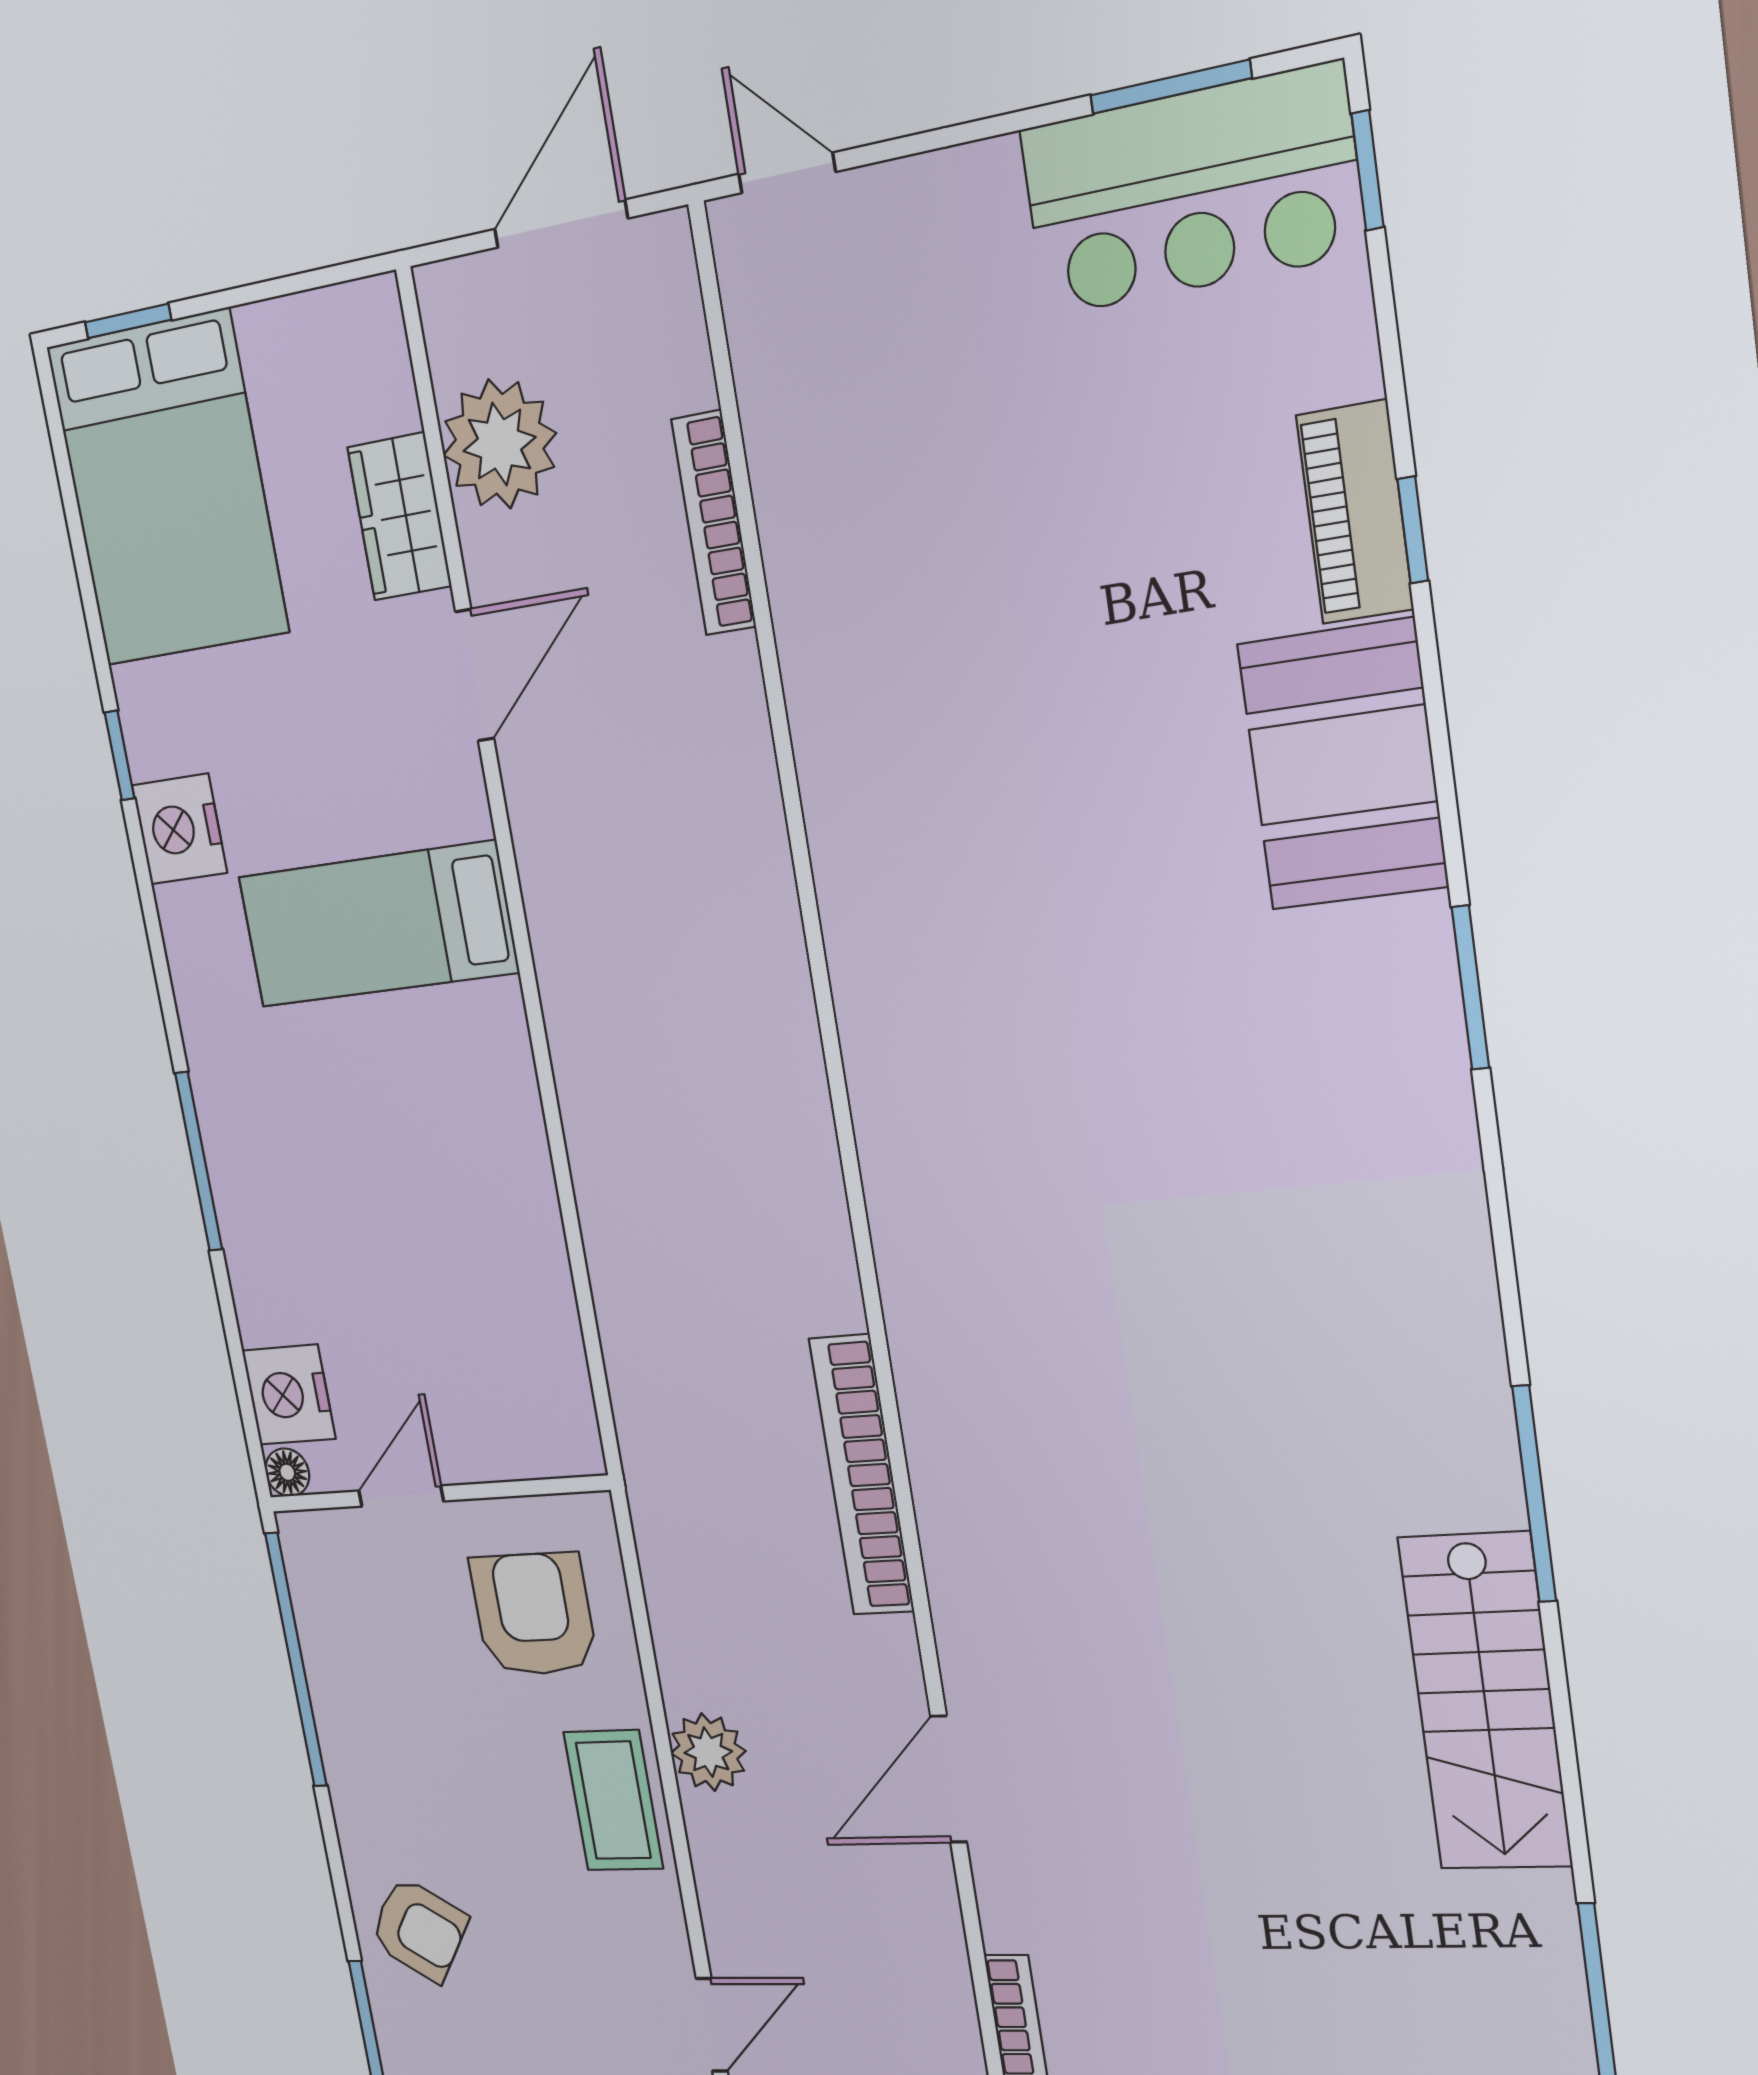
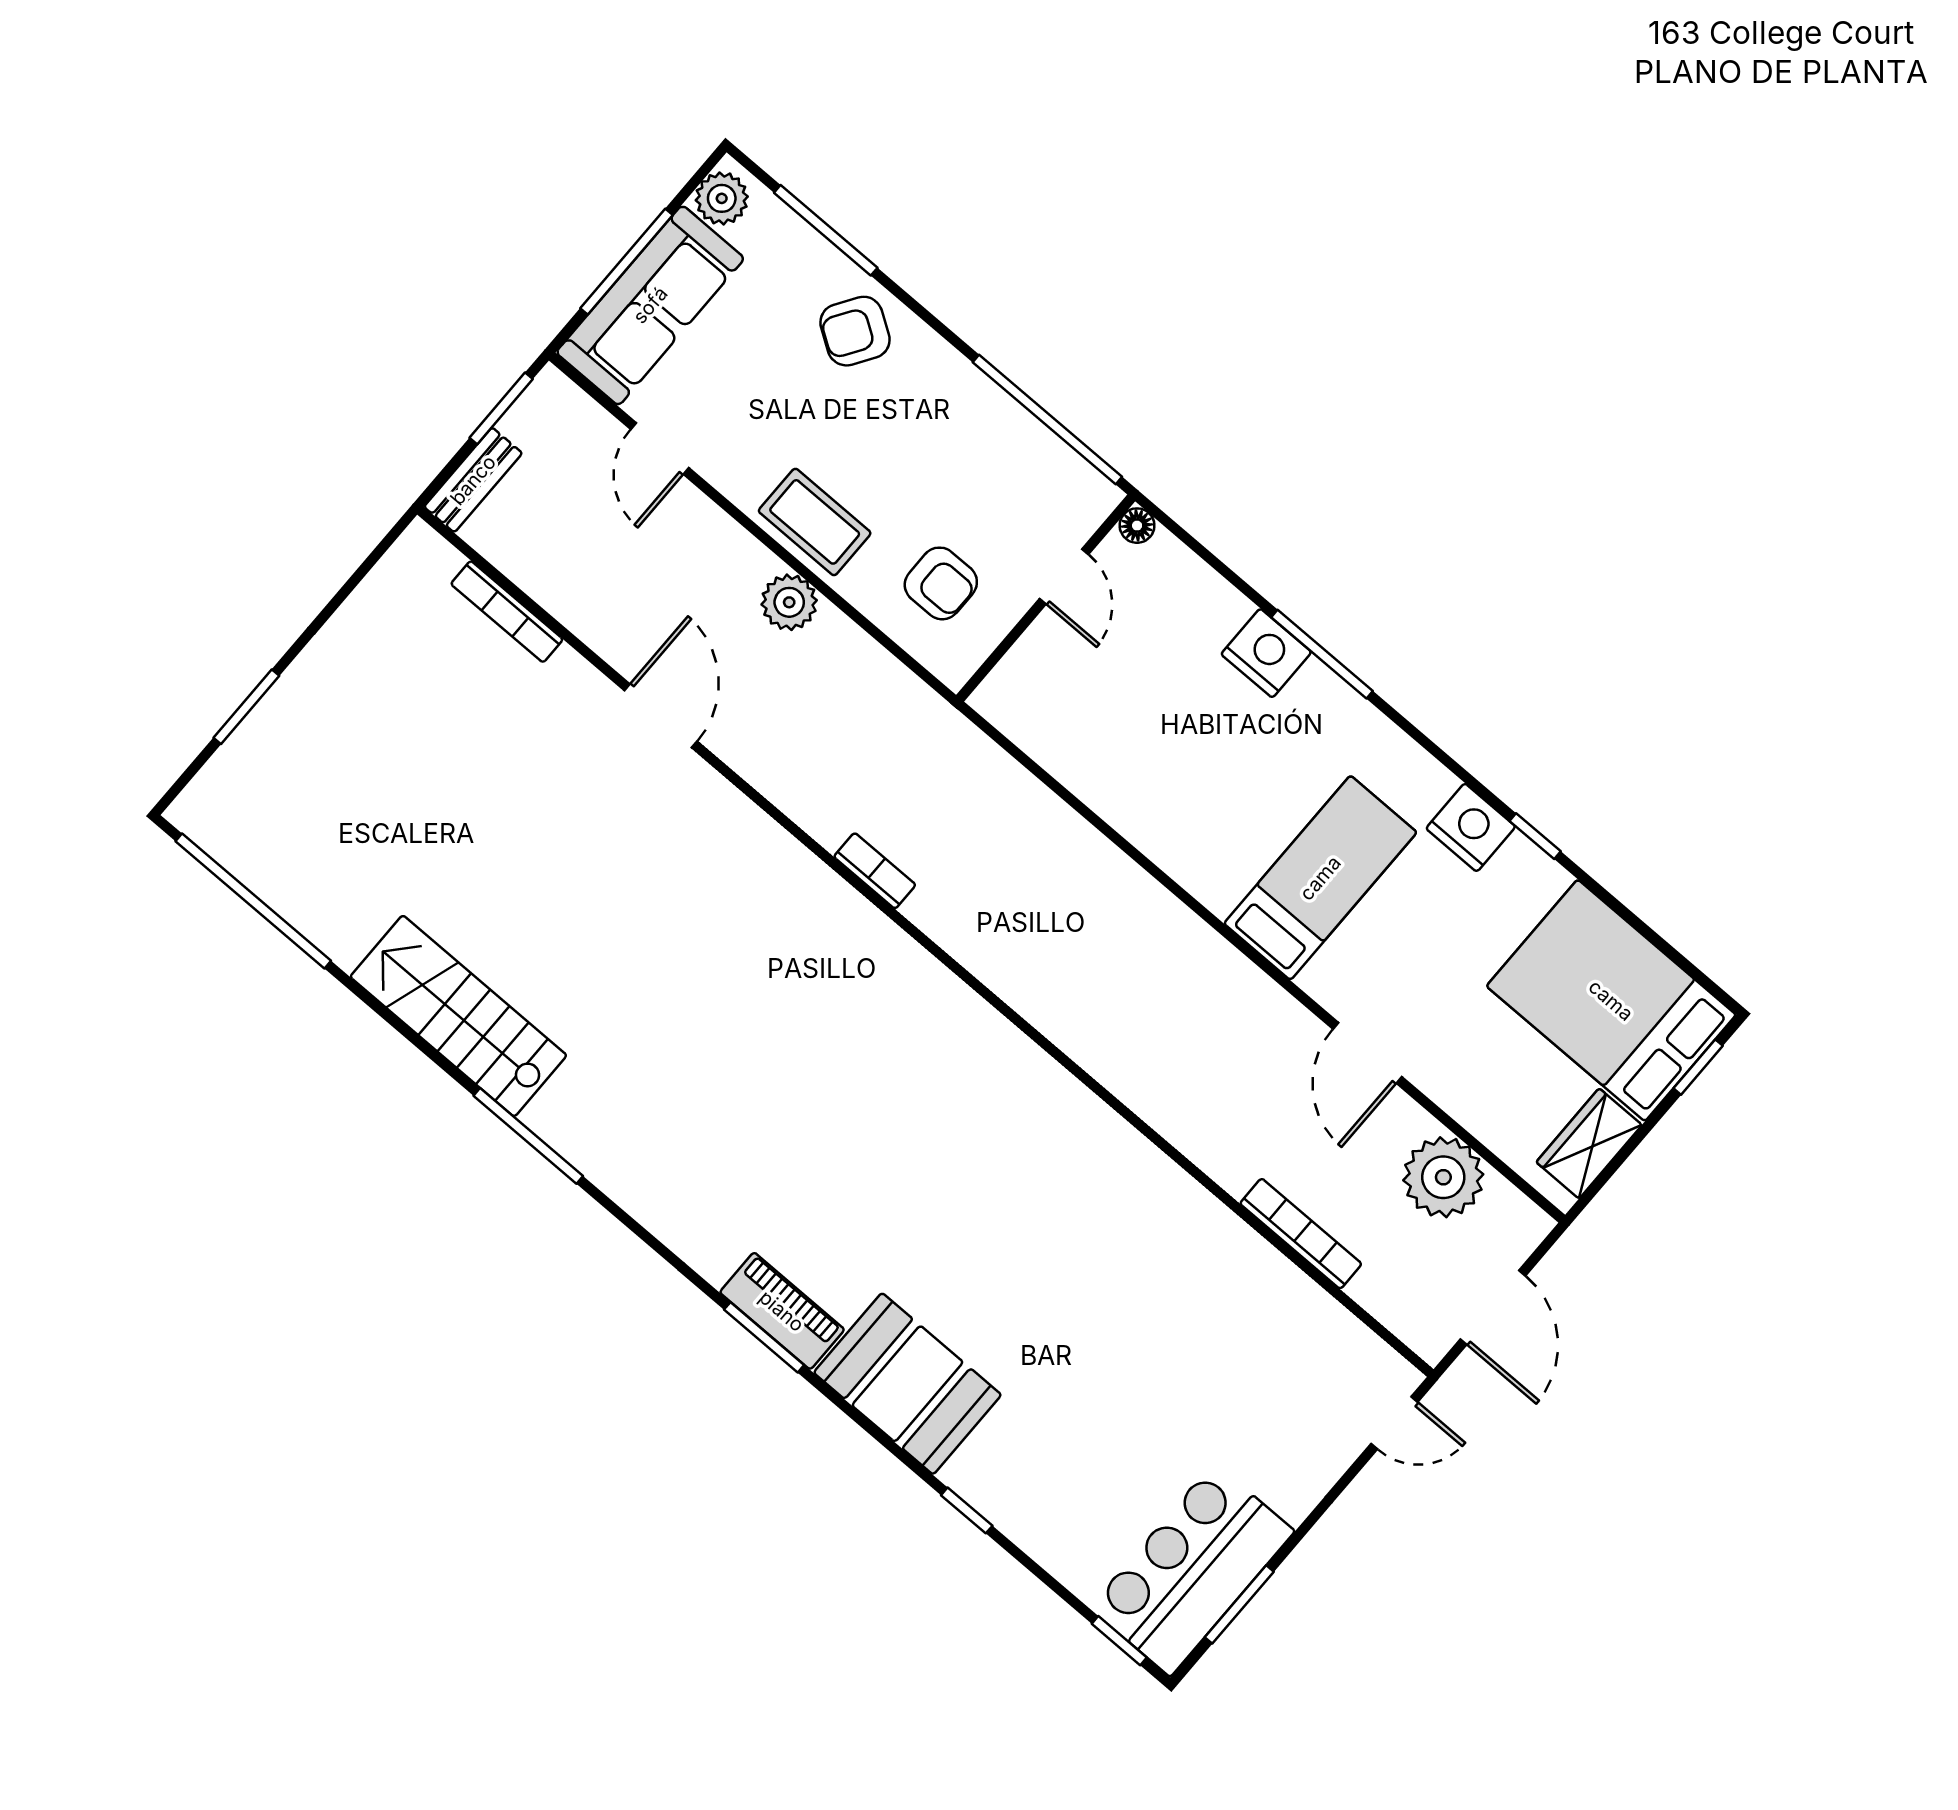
piano: (1355, 512) -> (782, 1311), moved
wardrobe: (400, 517) -> (1589, 1143), moved, turned -90
nightstand: (289, 1395) -> (1266, 653), moved
bookcase: (862, 1475) -> (875, 871), width x0.43, depth x0.76
armchair: (533, 1614) -> (941, 583), width x0.72, depth x0.72

